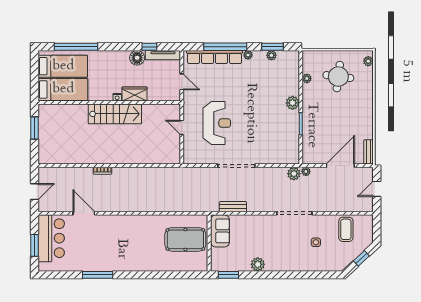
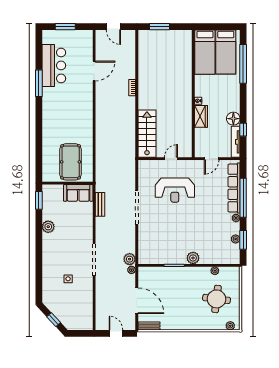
stairs: (115, 114) -> (147, 134), moved, turned 180
window: (34, 128) -> (159, 27), moved
coffee table: (346, 229) -> (80, 306), removed
bar counter: (51, 238) -> (54, 65), moved, turned -90

